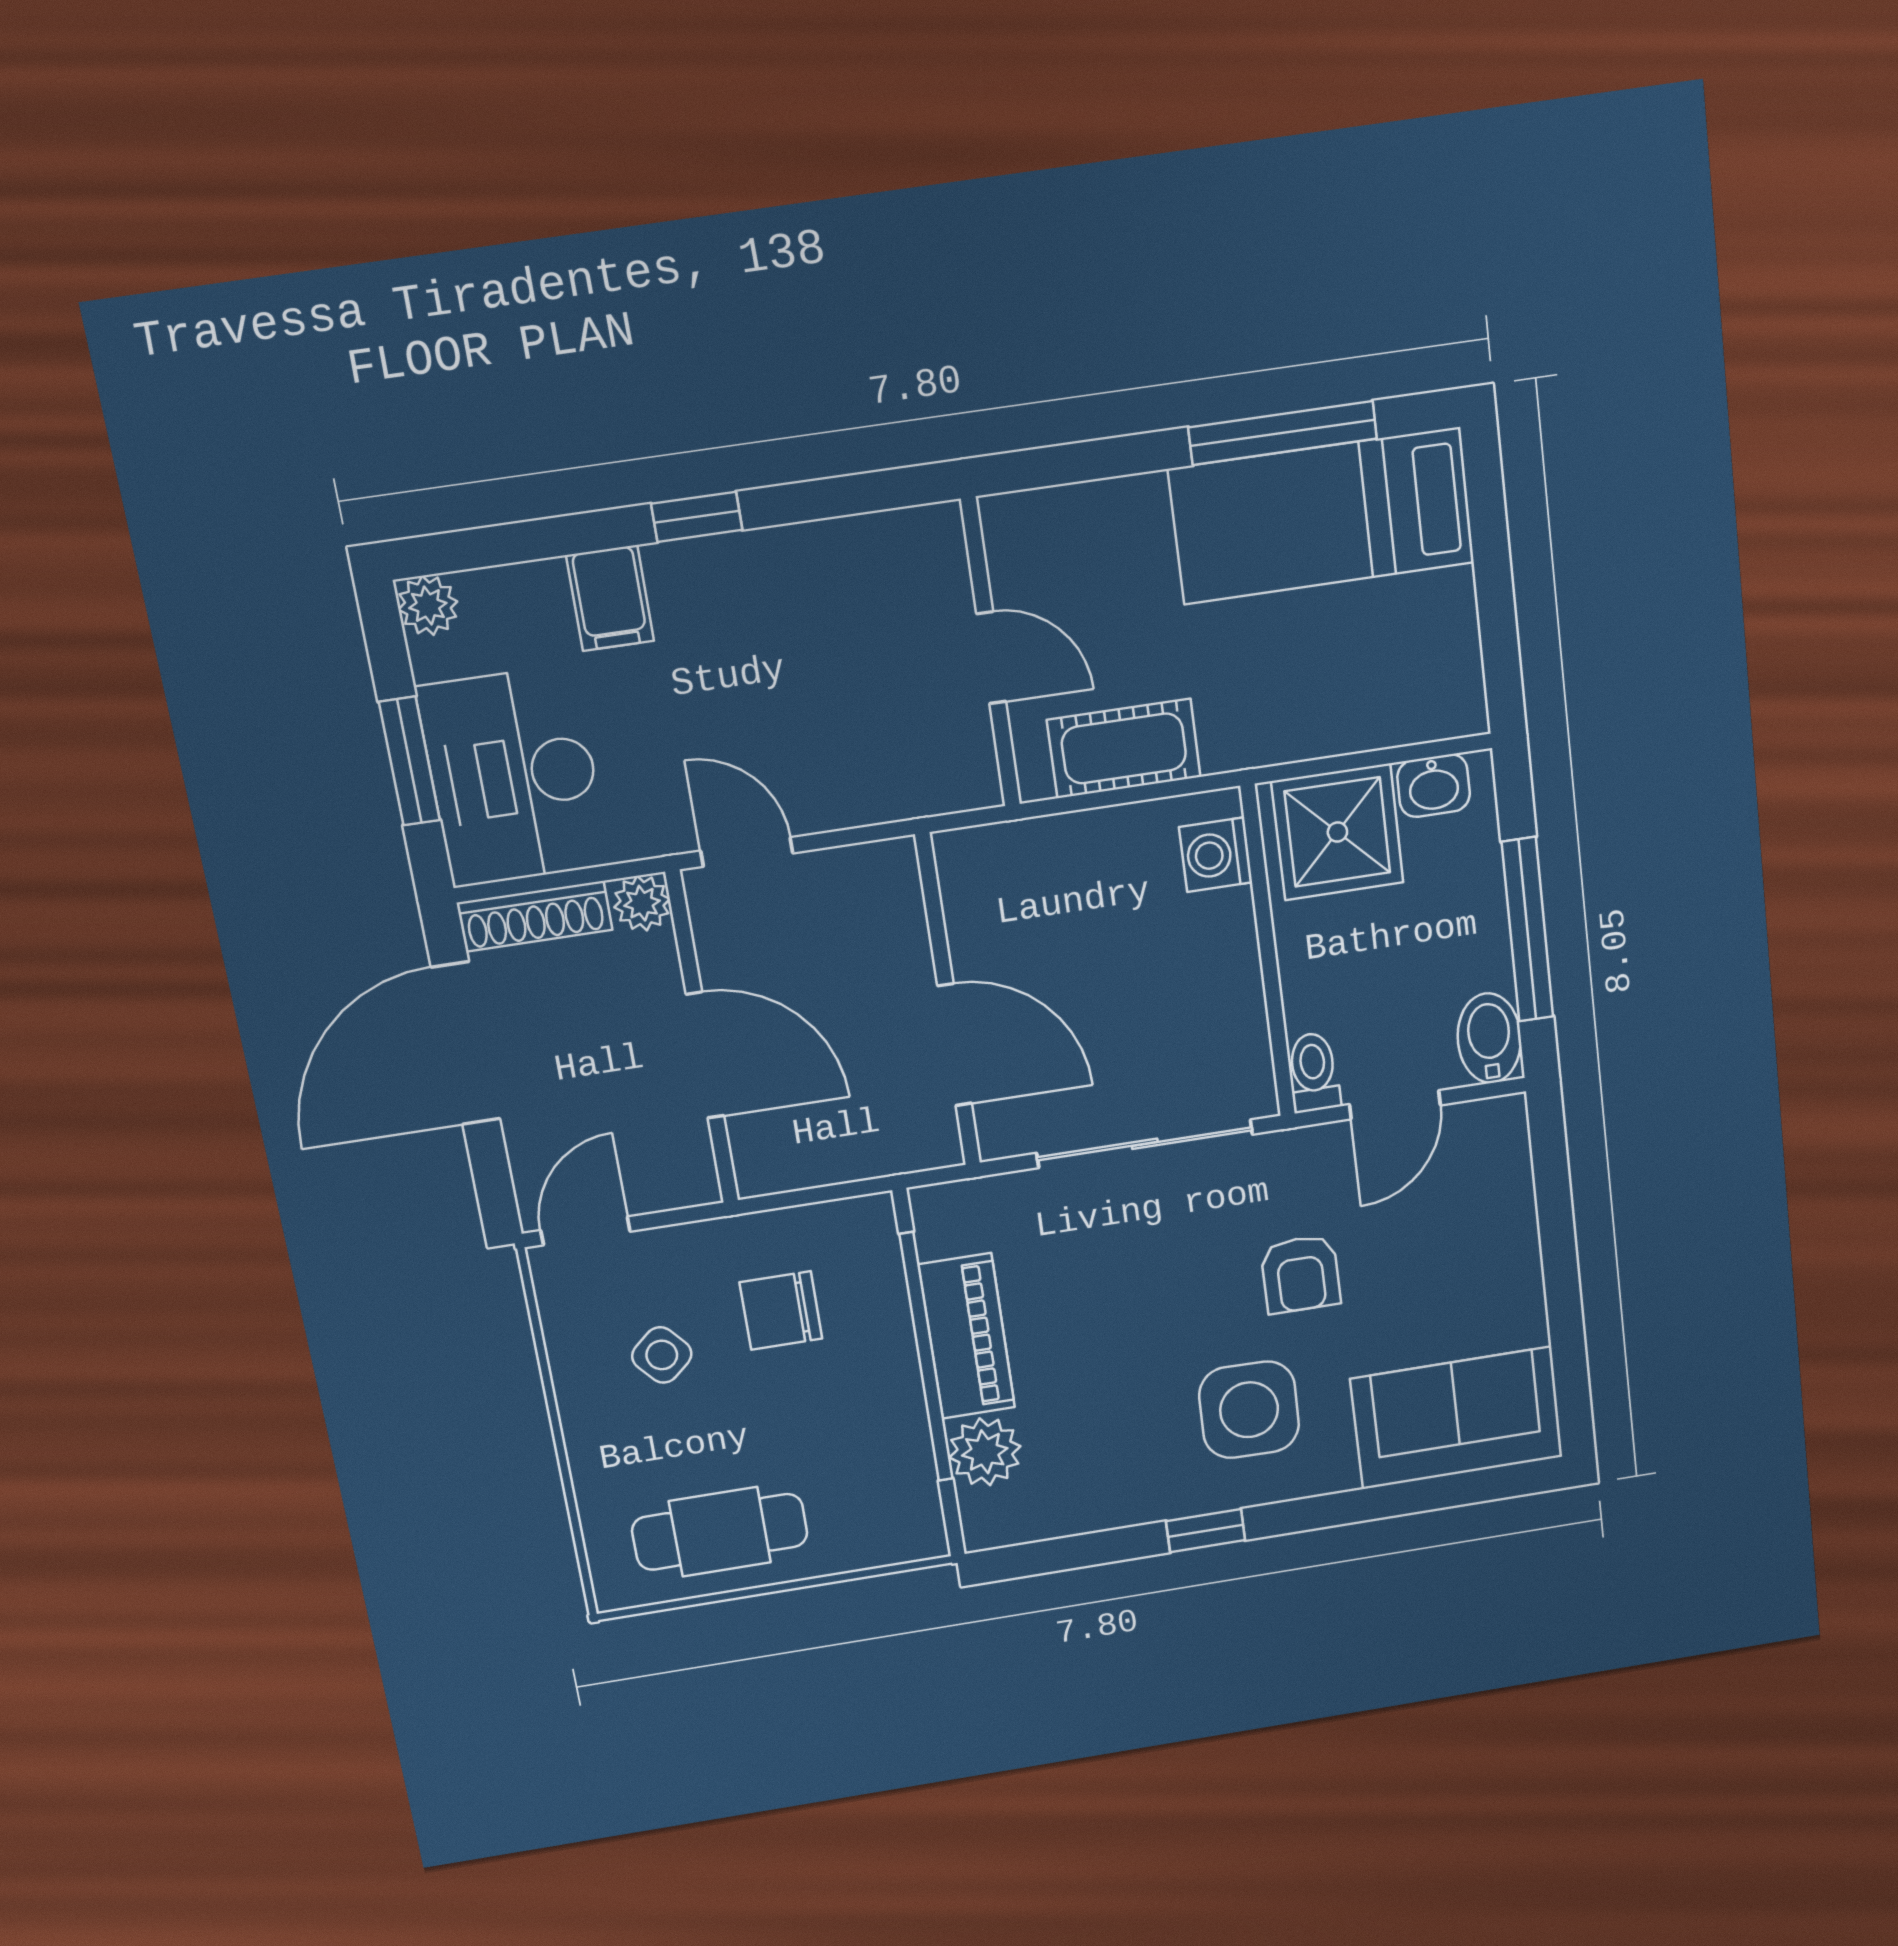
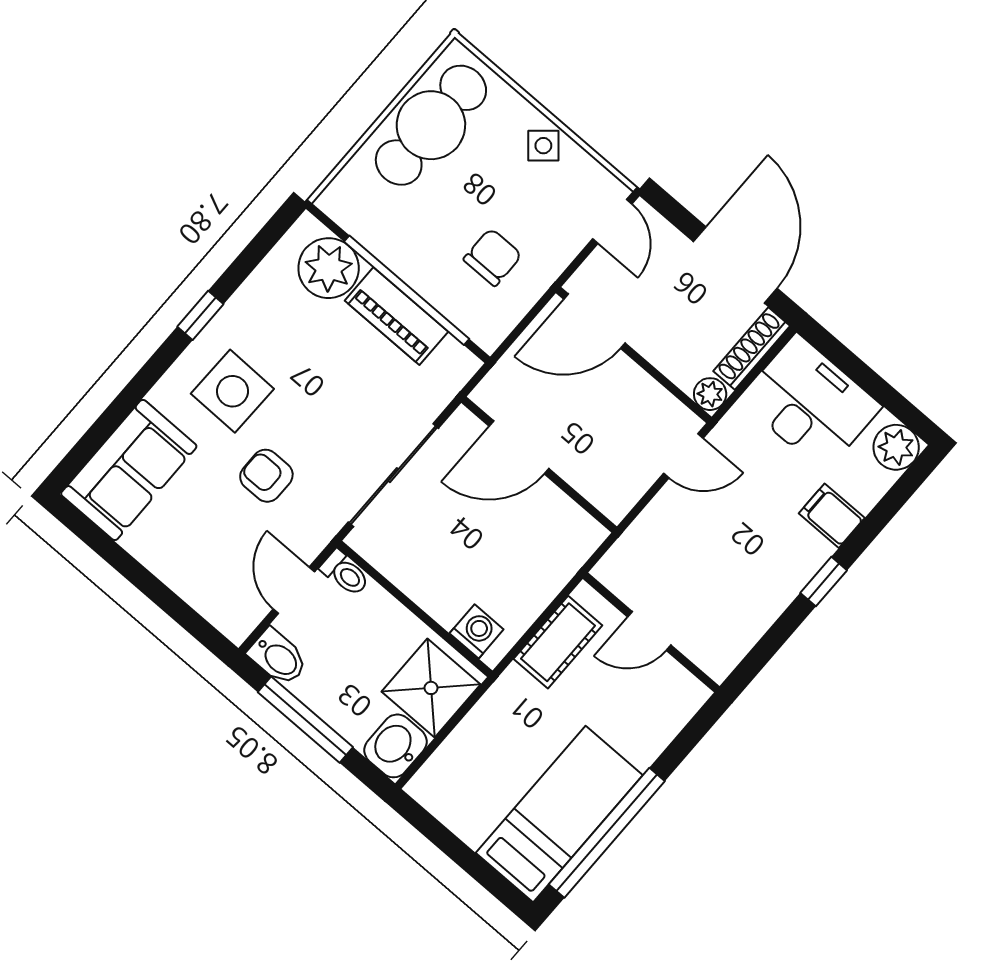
window: (1283, 433) -> (607, 833), width x1.46
plant: (428, 605) -> (896, 447), width x1.38, depth x1.38
window: (409, 761) -> (859, 372), removed
washbasin: (1434, 786) -> (396, 746), width x1.38, depth x1.45
door: (705, 1055) -> (594, 321), moved
side table: (662, 1355) -> (543, 146), moved
plant: (985, 1452) -> (329, 268), width x1.36, depth x1.36
cafe table: (720, 1532) -> (431, 125), width x1.37, depth x1.35

